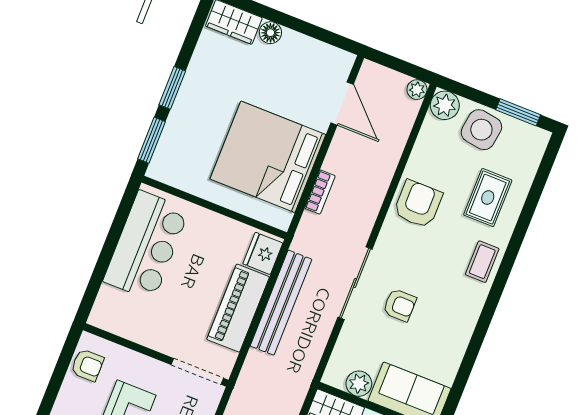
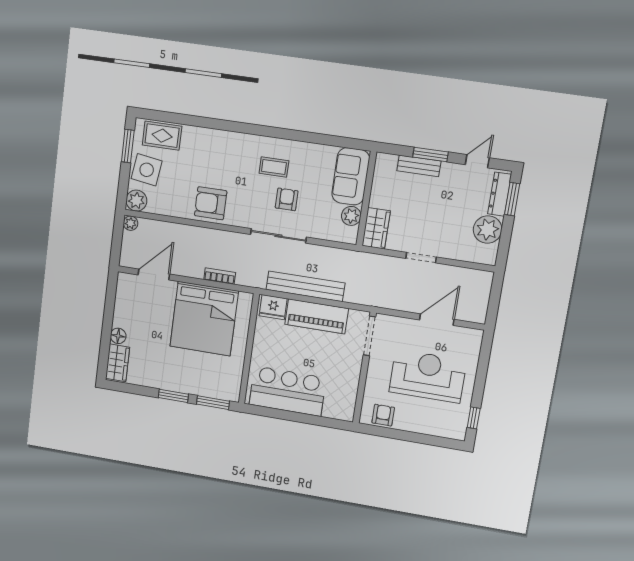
rug: (488, 198) -> (162, 136), moved
coffee table: (482, 262) -> (274, 167), moved

